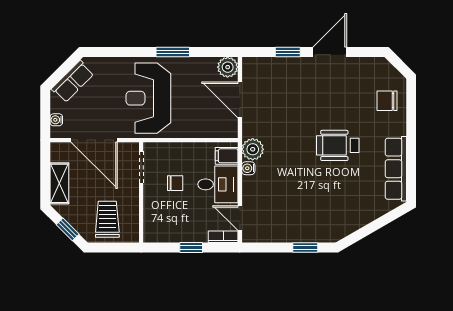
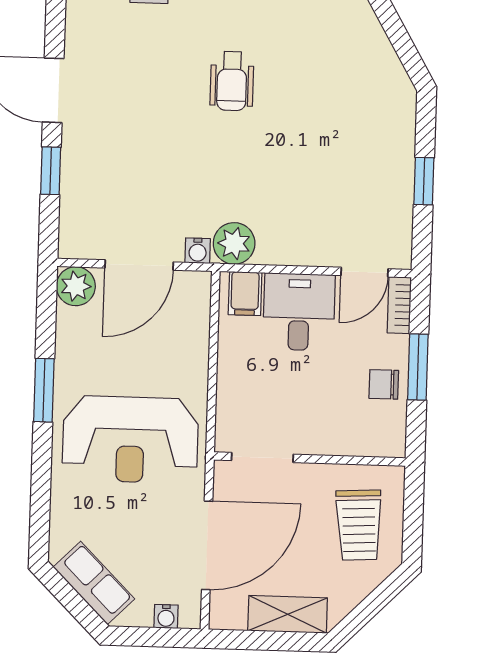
wheelchair: (338, 145) -> (232, 81), width x0.73, depth x0.73
water cooler: (248, 168) -> (198, 251), moved
chair: (175, 183) -> (384, 384), moved, turned -90
trolley: (107, 219) -> (359, 525), turned -93
window: (68, 229) -> (376, 601), removed
window: (191, 248) -> (418, 367), width x1.50
window: (305, 248) -> (424, 181), moved

